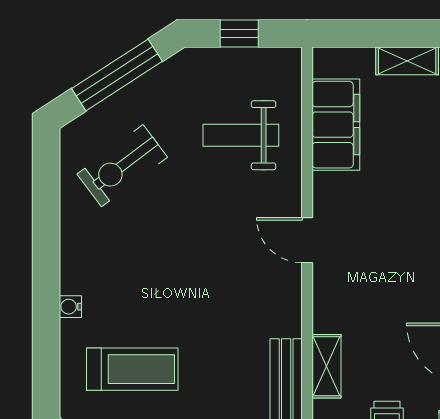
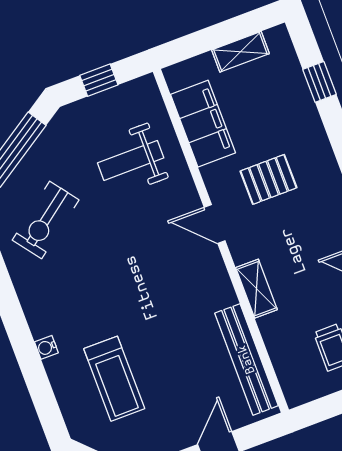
pallet: (385, 213) -> (268, 179), added
shelving: (326, 366) -> (256, 289), moved
treadmill: (132, 369) -> (114, 379), turned 90

